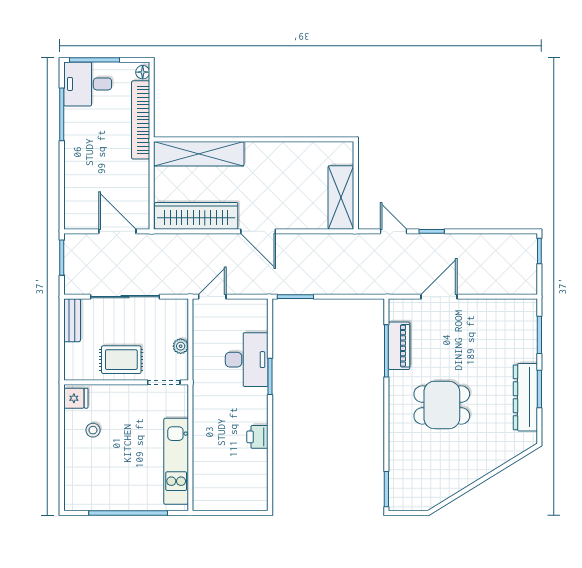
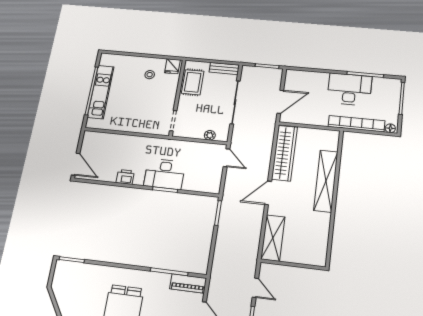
desk: (88, 84) -> (349, 89), moved, width x1.37
shelving: (199, 154) -> (326, 181), moved
shelving: (341, 197) -> (273, 238), moved, turned 90
door: (394, 231) -> (255, 288), hinge flipped
plant: (181, 346) -> (210, 135), moved
piano: (399, 346) -> (188, 283), moved
rug: (121, 360) -> (193, 82), moved
desk: (247, 360) -> (165, 174), moved
kitchen unit: (176, 461) -> (101, 92), moved, turned 90
door: (246, 513) -> (76, 164), added

